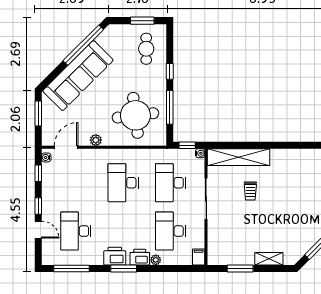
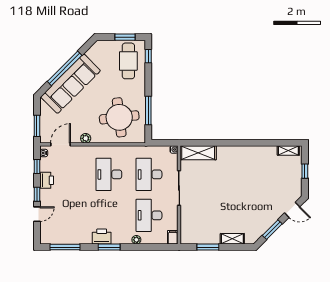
window: (83, 45) -> (65, 68), moved
cafe table: (146, 49) -> (128, 61), width x1.37, depth x1.35
window: (170, 71) -> (148, 56), moved
window: (38, 113) -> (37, 126), moved
window: (187, 145) -> (163, 143), removed
shelving: (238, 157) -> (198, 153), width x0.68
trolley: (250, 191) -> (217, 181), removed
door: (38, 230) -> (37, 214), hinge flipped
desk: (76, 231) -> (69, 215), removed
printer: (140, 257) -> (47, 180), moved, turned 90

